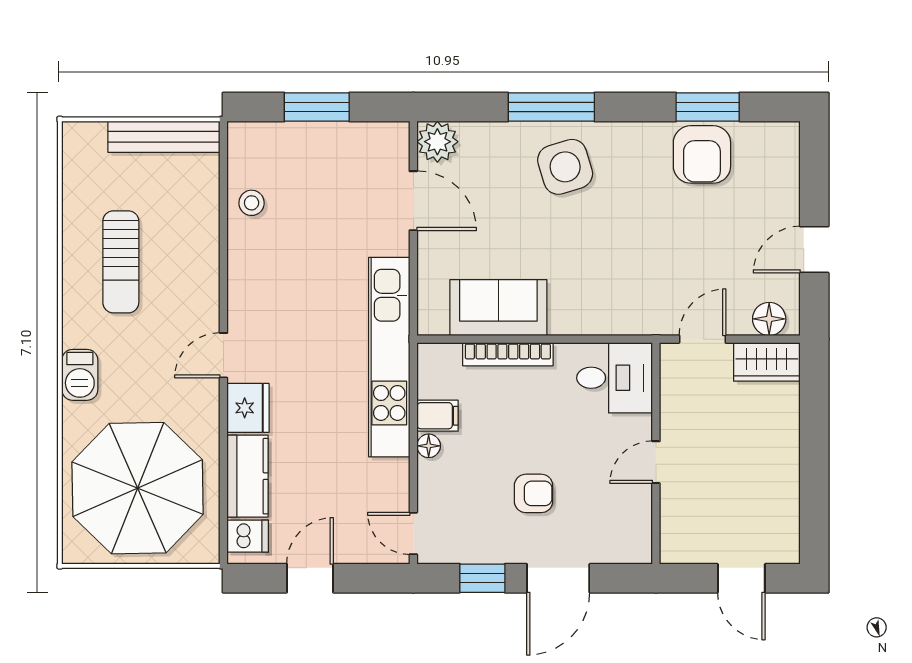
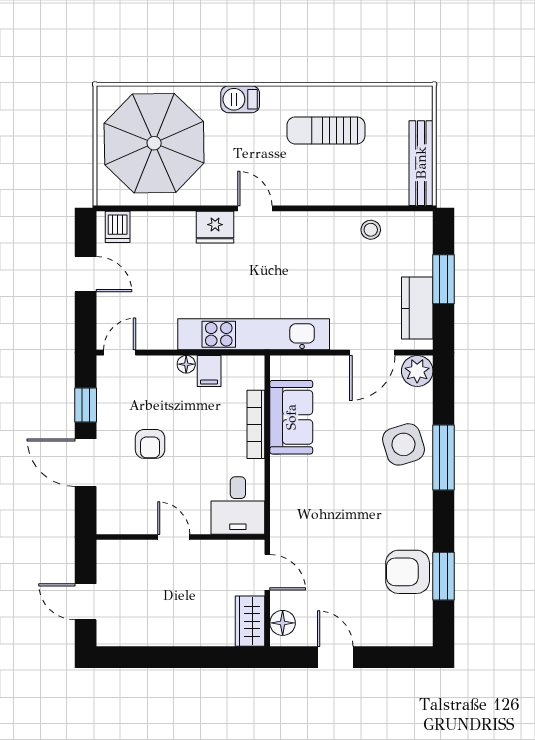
side table: (565, 167) -> (403, 444), moved
kitchen counter: (248, 476) -> (417, 308), moved, turned 90
door: (741, 578) -> (86, 602), hinge flipped

